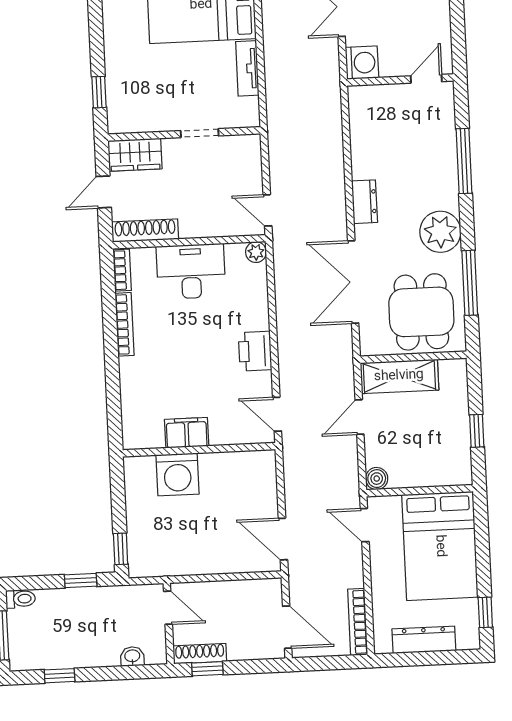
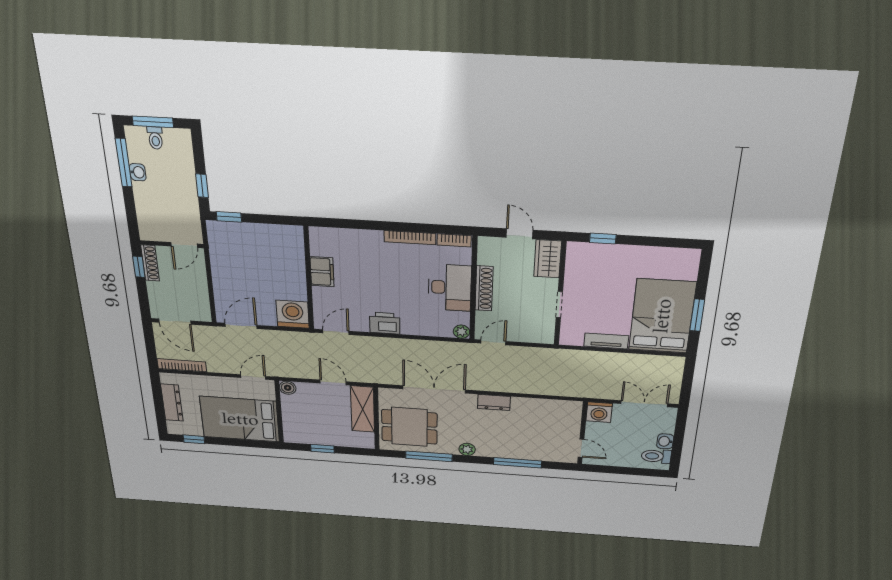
shoe rack: (145, 231) -> (484, 288), moved
plant: (440, 232) -> (467, 449), width x0.53, depth x0.53
washing machine: (178, 474) -> (293, 314), moved, turned 90
toilet: (21, 599) -> (155, 138), moved
door: (287, 627) -> (175, 322), hinge flipped
washbasin: (132, 656) -> (138, 172), moved
window: (60, 676) -> (124, 163), width x2.17

